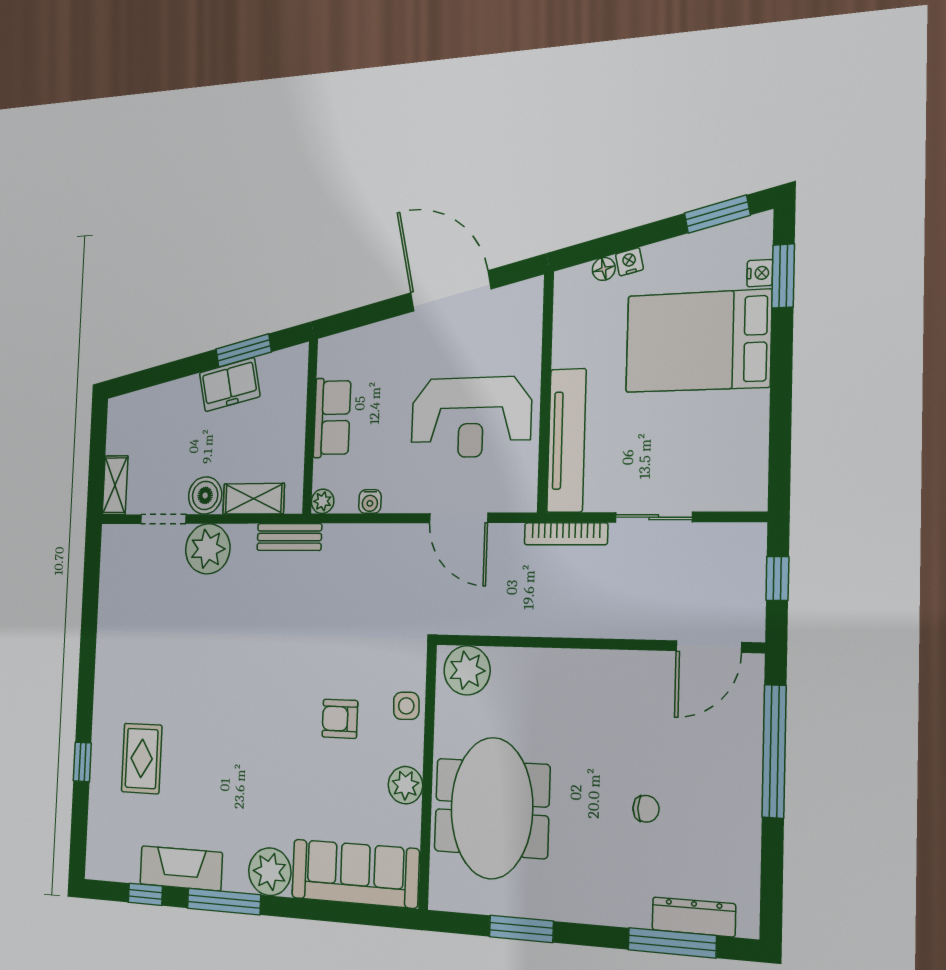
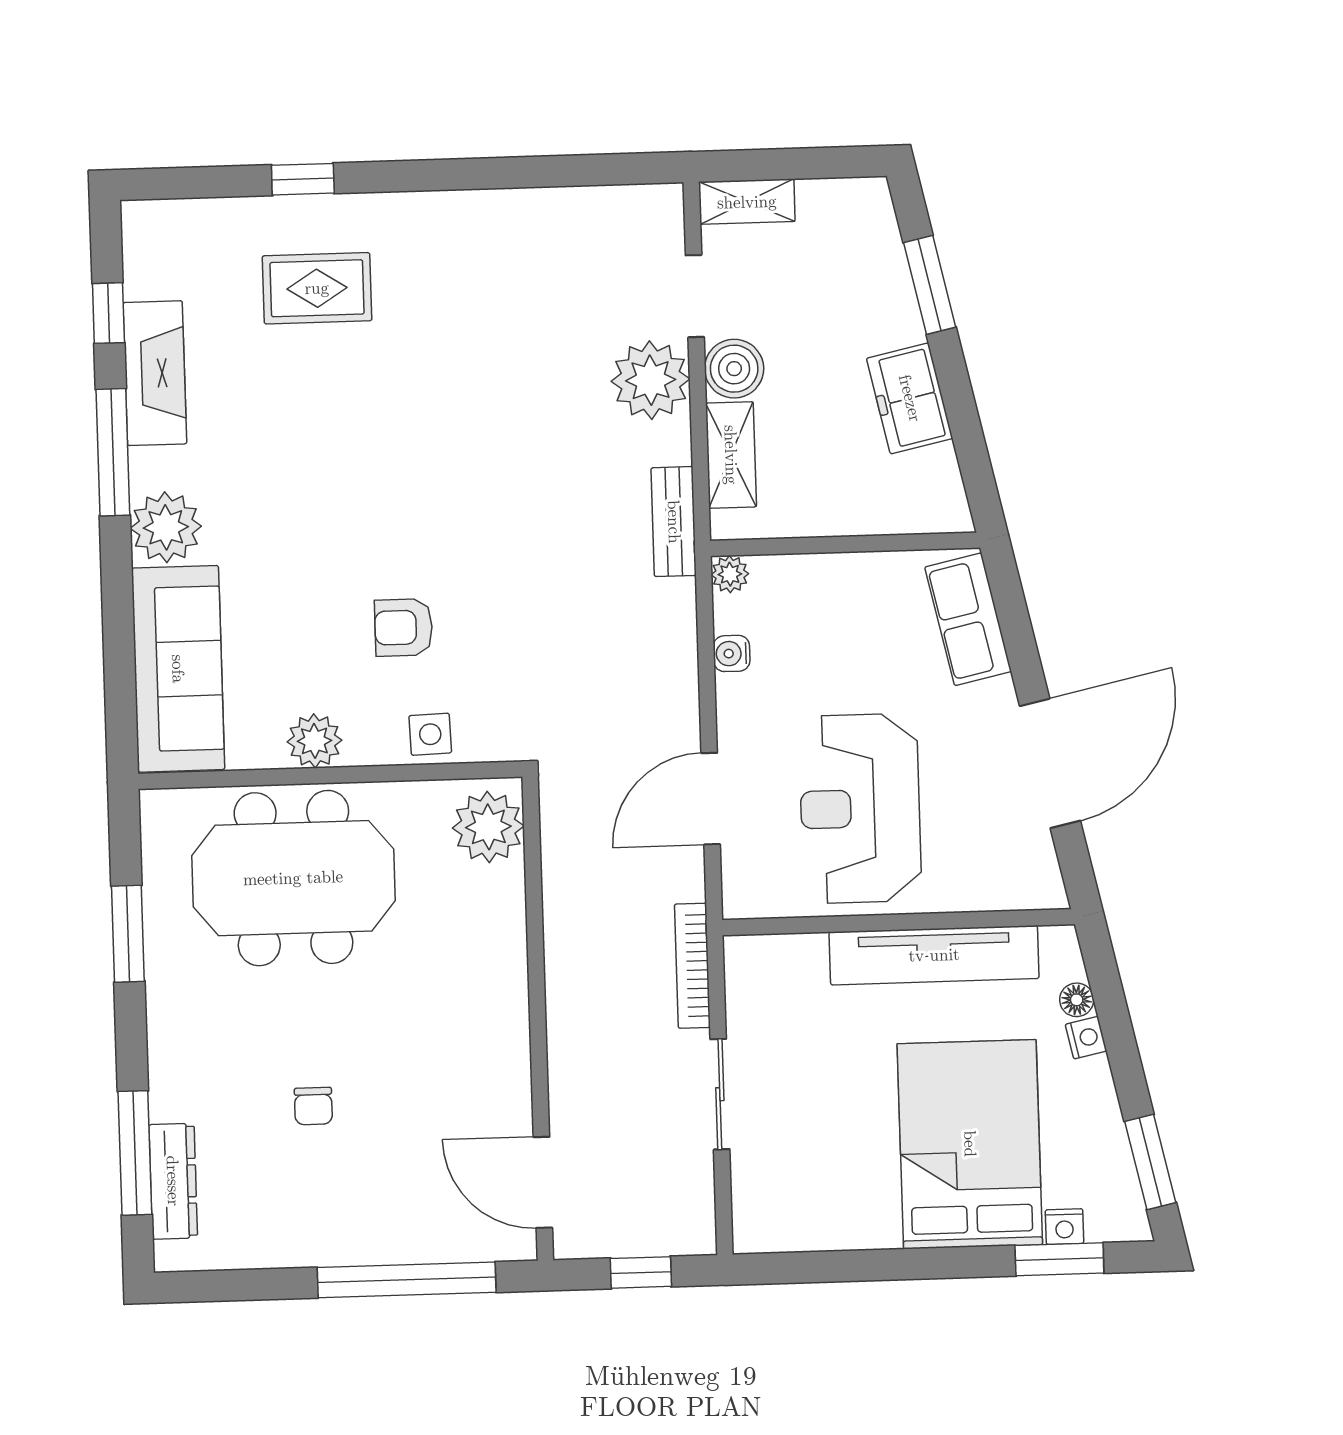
window: (244, 351) -> (930, 285), moved
row of seats: (332, 418) -> (968, 619), moved, turned 78
tv unit: (567, 440) -> (934, 955), moved
armchair: (340, 719) -> (404, 627), turned -90

